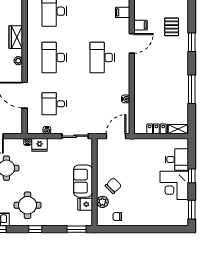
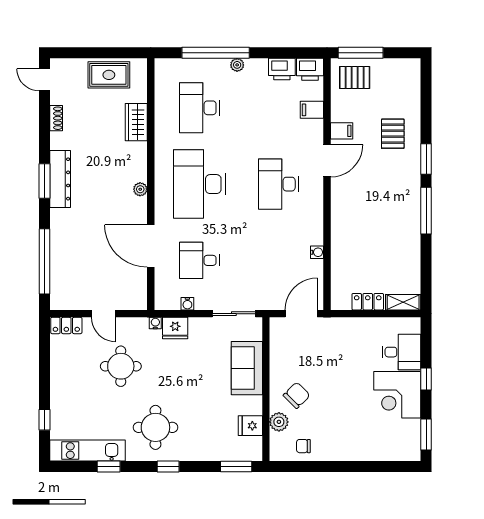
wardrobe: (16, 37) -> (136, 122), moved
desk: (54, 58) -> (199, 184), width x1.36, depth x1.30
window: (192, 89) -> (426, 211), moved
sofa: (83, 181) -> (247, 368), moved

